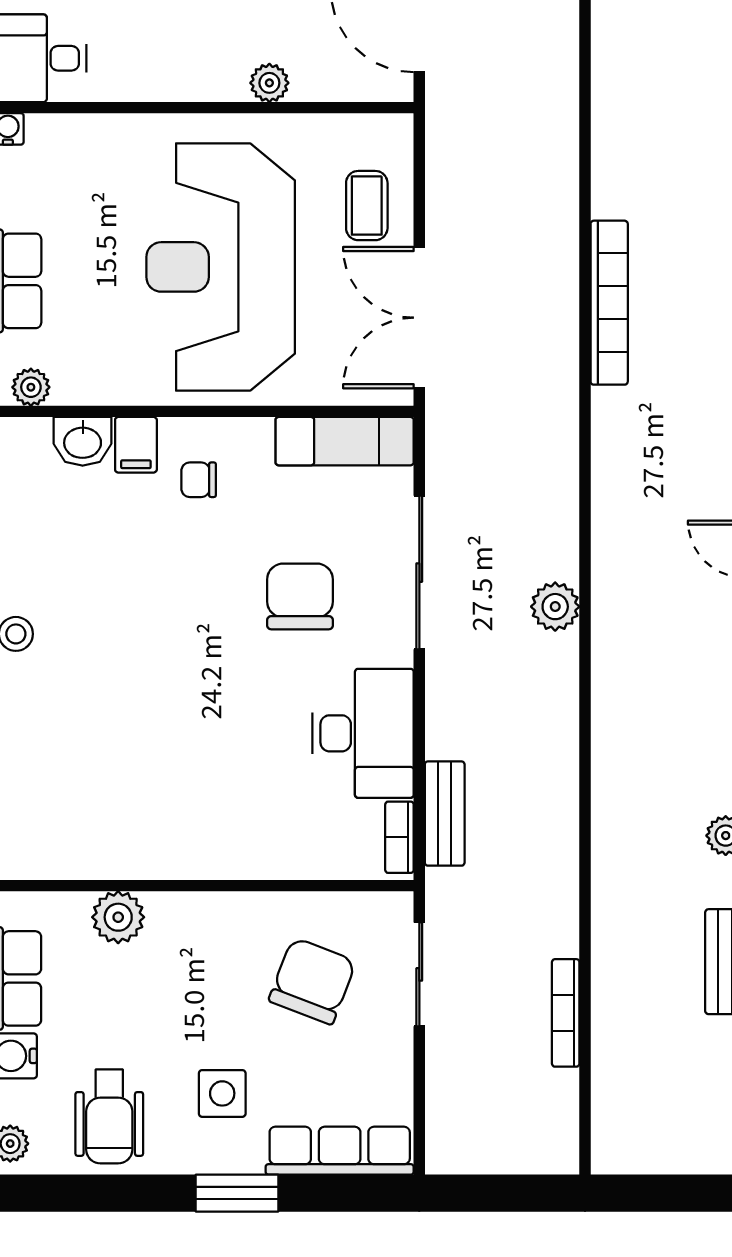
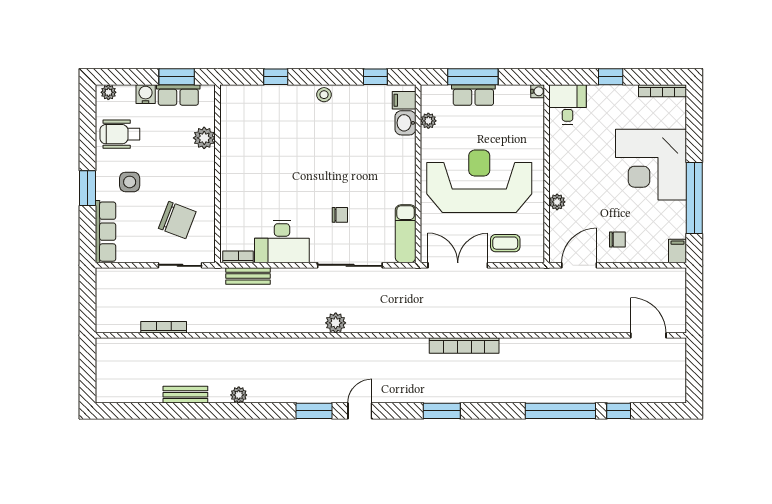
plant: (31, 387) -> (428, 121), moved
filing cabinet: (136, 445) -> (404, 100), moved
chair: (199, 480) -> (389, 172), removed
chair: (300, 596) -> (340, 215), width x0.54, depth x0.54

